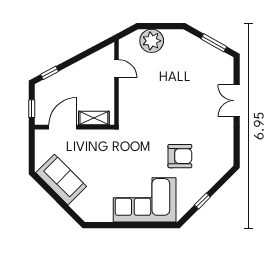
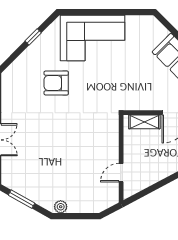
plant: (152, 41) -> (61, 207), moved, width x0.53, depth x0.53
door: (117, 69) -> (121, 173), hinge flipped

